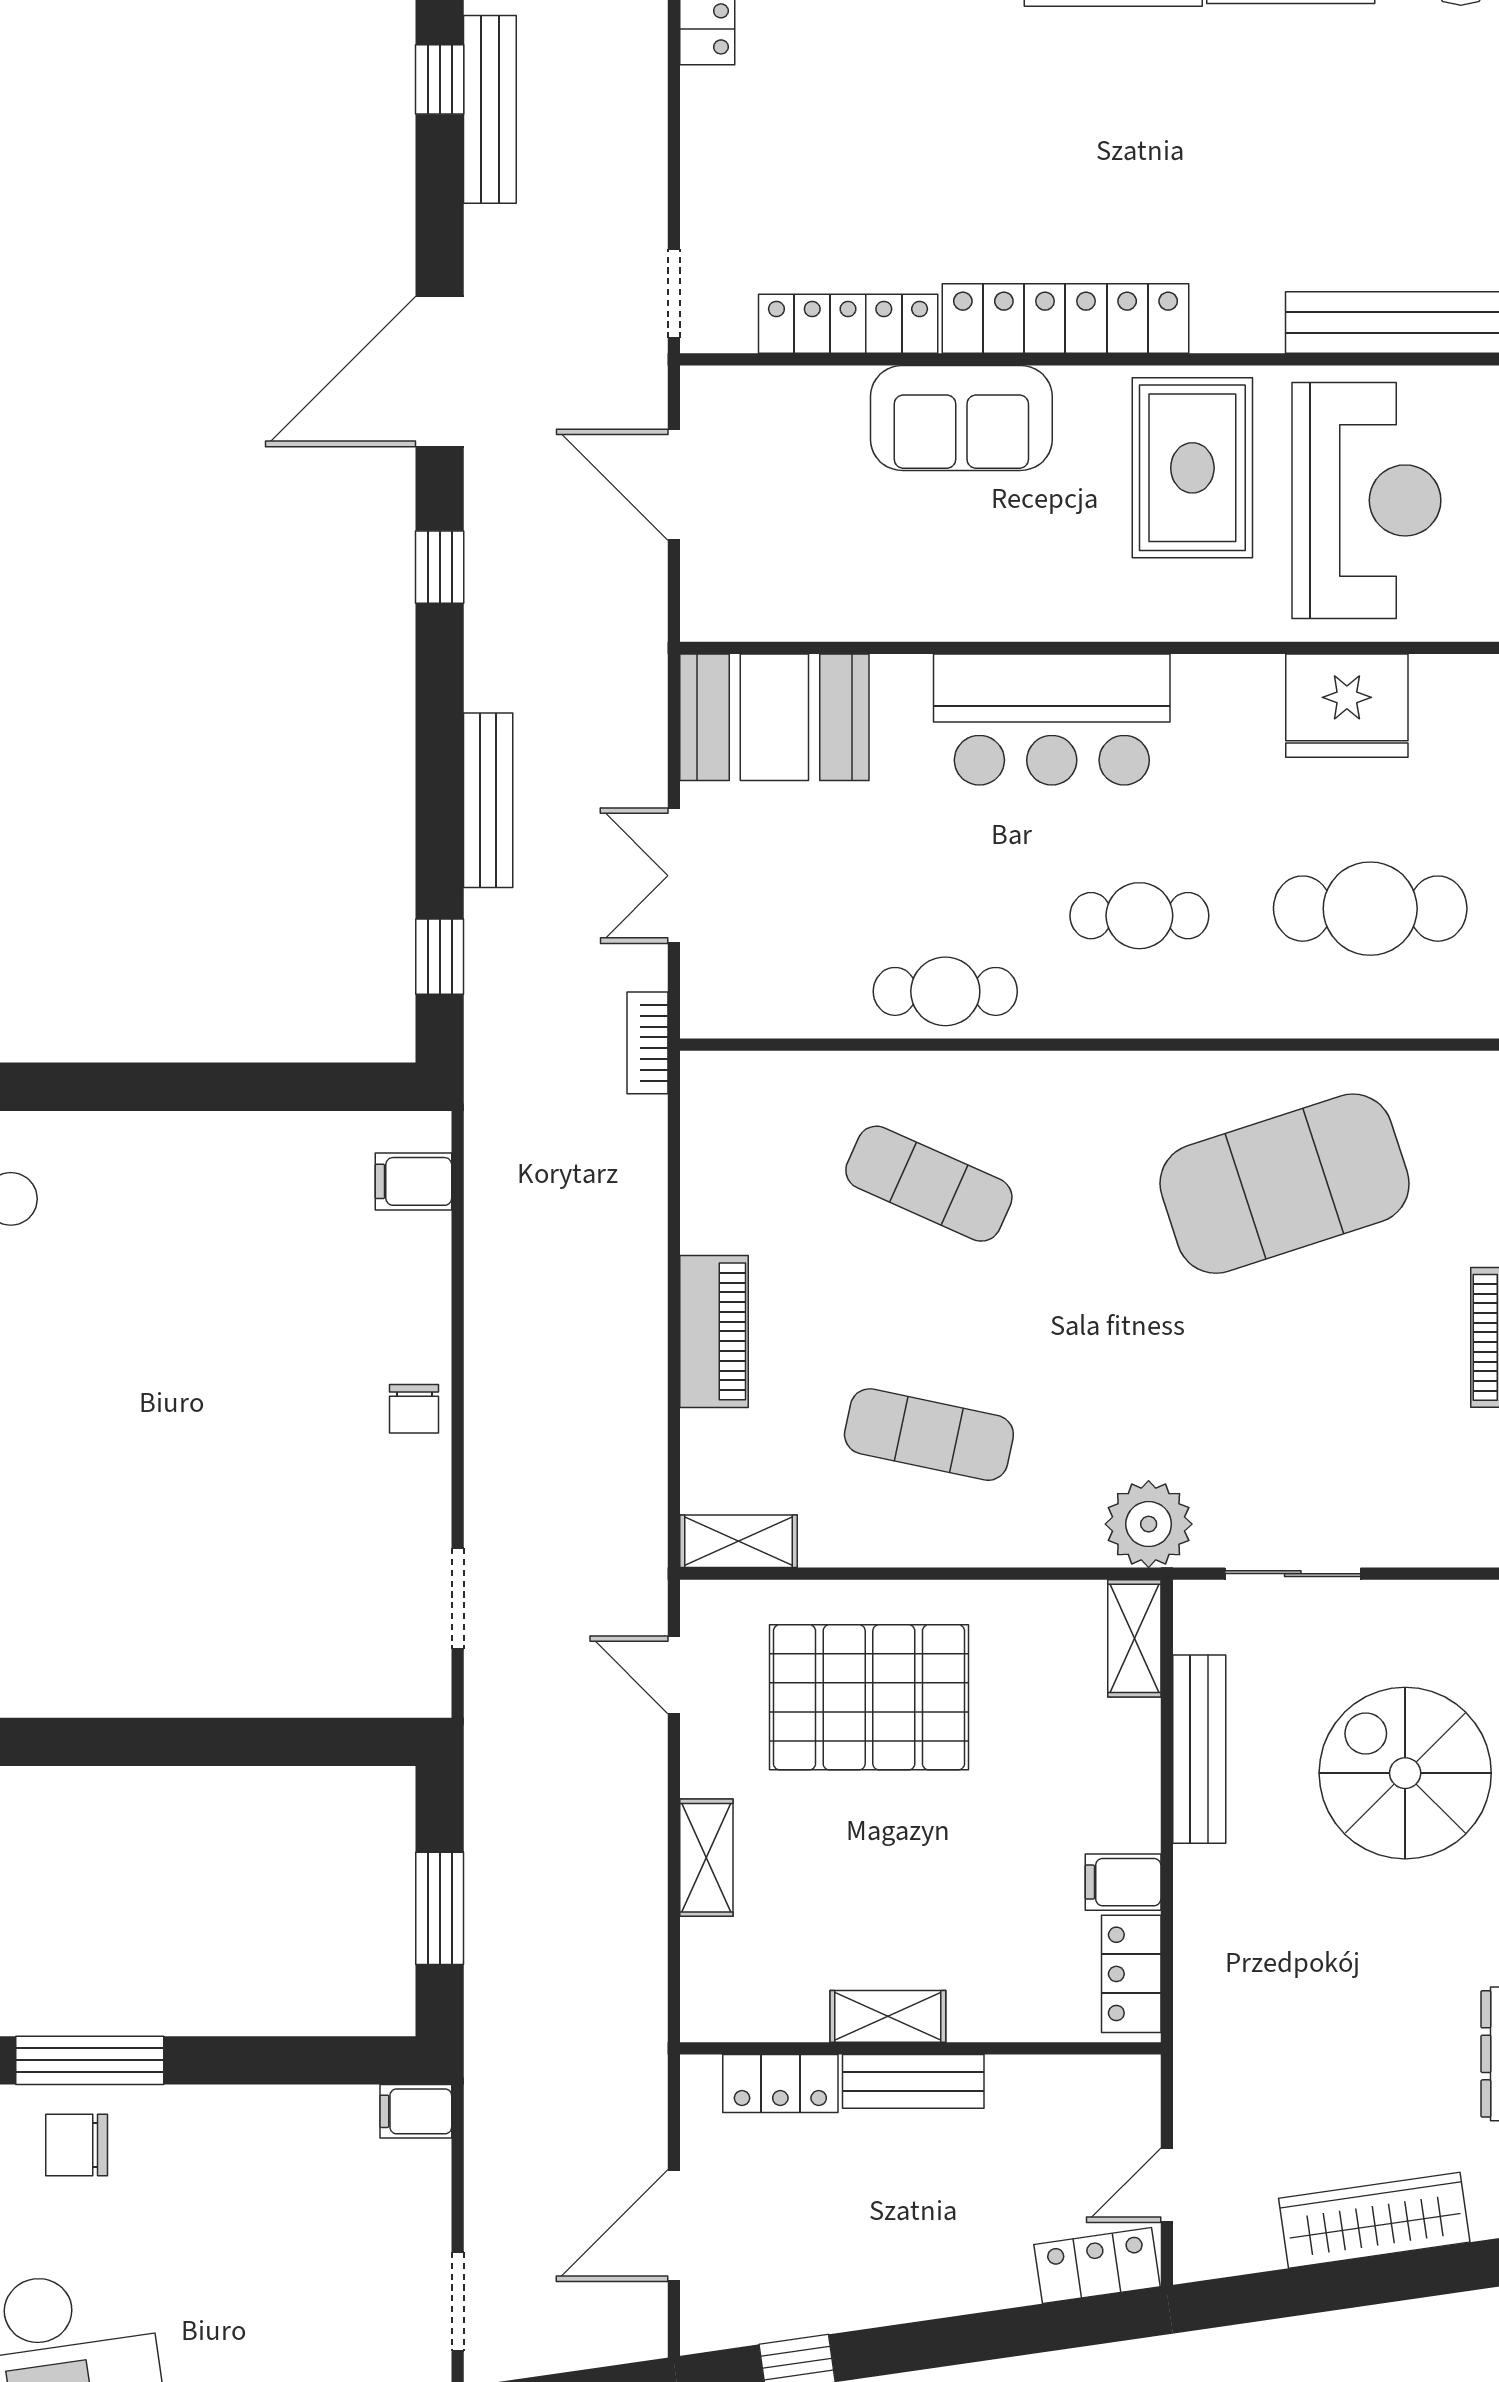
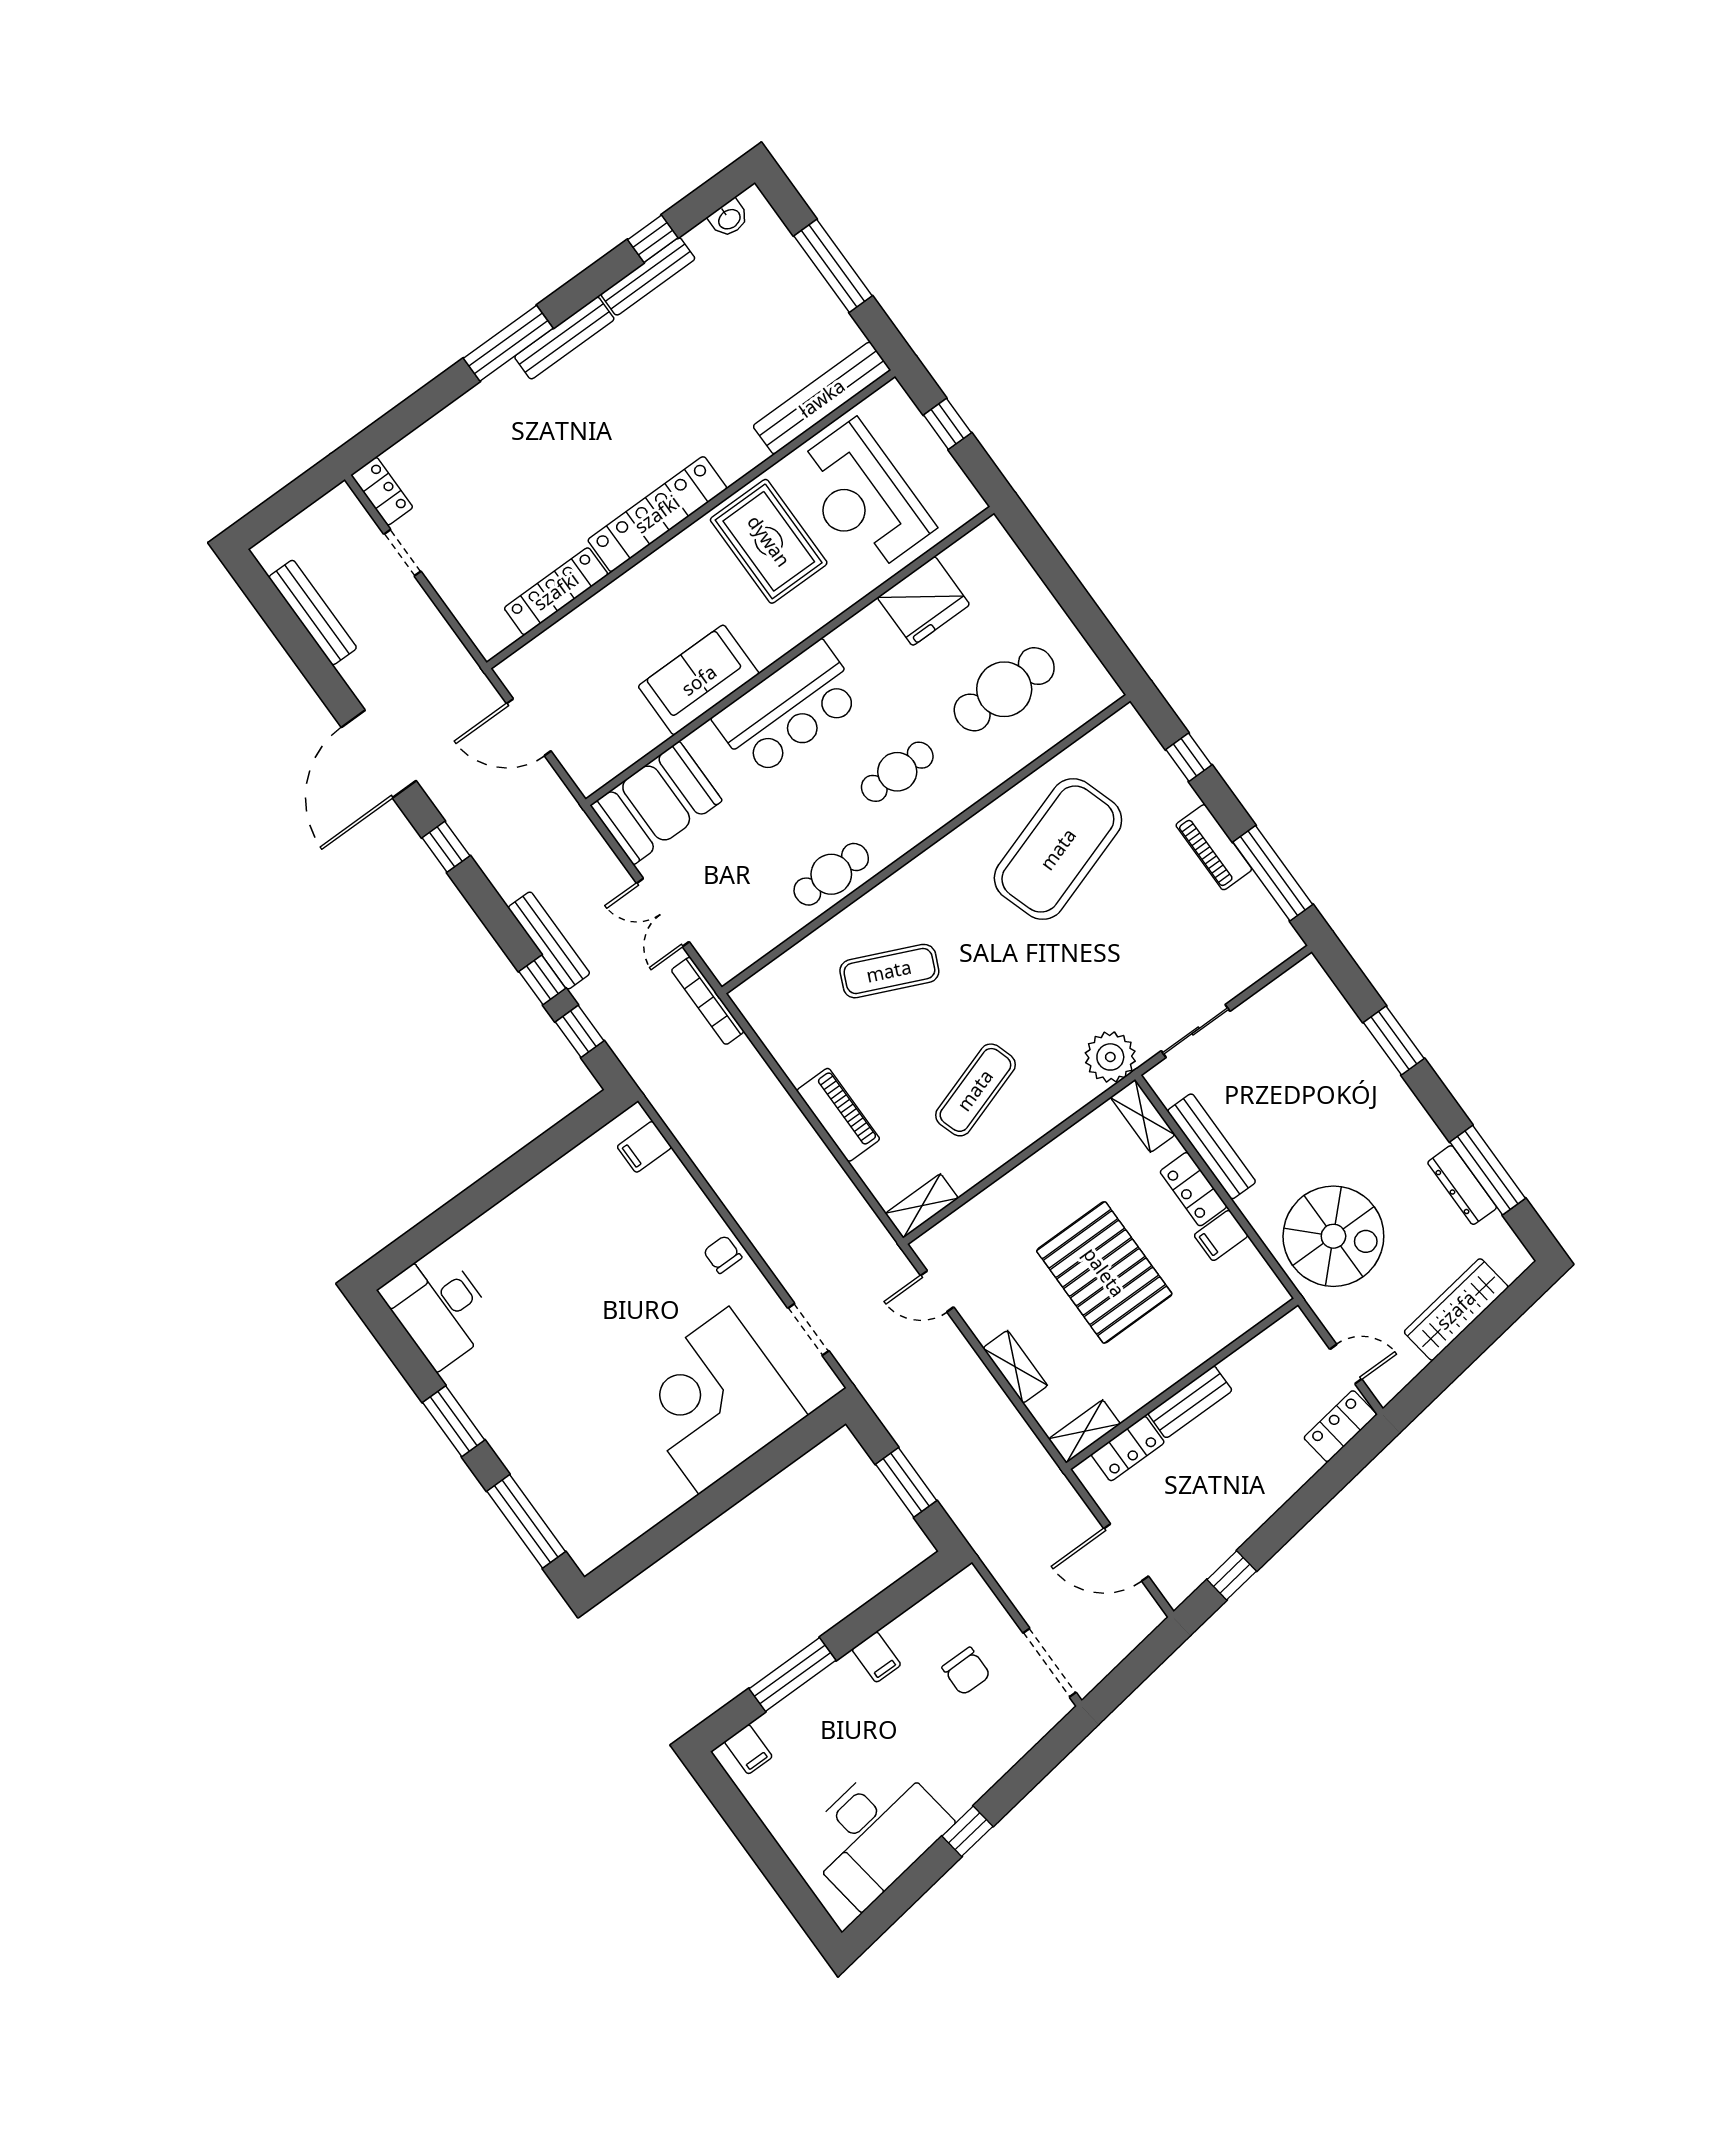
window: (440, 79) -> (542, 980), moved
doorway: (674, 294) -> (402, 553), moved
sofa: (961, 418) -> (699, 680), moved, turned 180
reception desk: (1366, 500) -> (862, 497), turned 180
bookcase: (648, 1043) -> (708, 1001), width x1.56
chair: (414, 1409) -> (723, 1254), turned 180
exercise mat: (929, 1435) -> (975, 1090), turned -30
corner desk: (256, 1602) -> (714, 1400), added
pallet: (869, 1697) -> (1104, 1272), moved, turned 90
spiral stairs: (1405, 1773) -> (1333, 1236), moved, turned 180
locker: (1131, 1974) -> (1193, 1189), moved
shelving: (888, 2016) -> (1084, 1431), moved
filing cabinet: (416, 2111) -> (876, 1657), moved, turned -90
chair: (77, 2145) -> (966, 1671), moved, turned -90
door: (1167, 2185) -> (1346, 1364), swing flipped
door: (674, 2226) -> (1126, 1552), hinge flipped
doorway: (458, 2302) -> (1050, 1663), width x1.38

